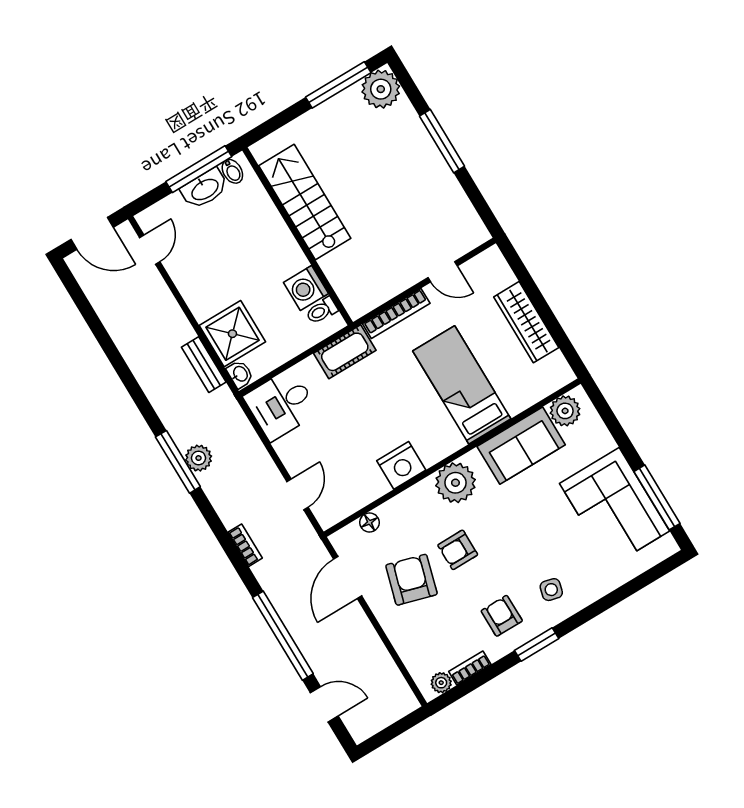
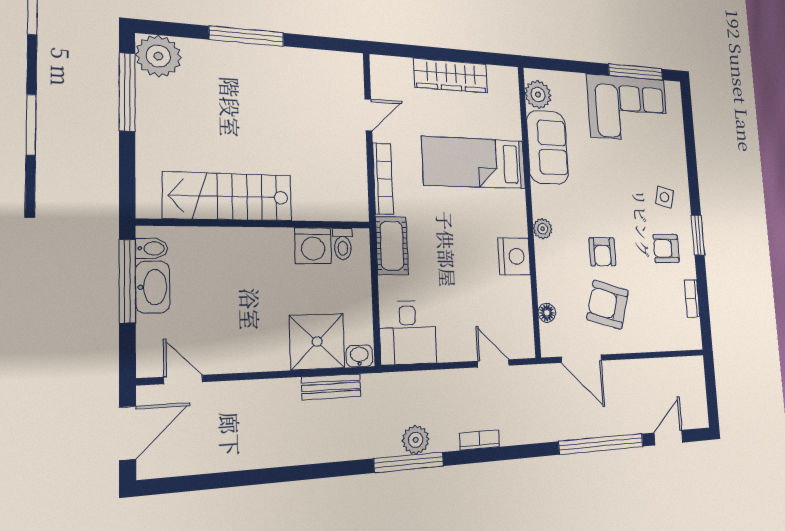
plant: (455, 483) -> (543, 229), width x0.53, depth x0.53
bookcase: (245, 545) -> (479, 440), moved
plant: (441, 683) -> (693, 329), removed

